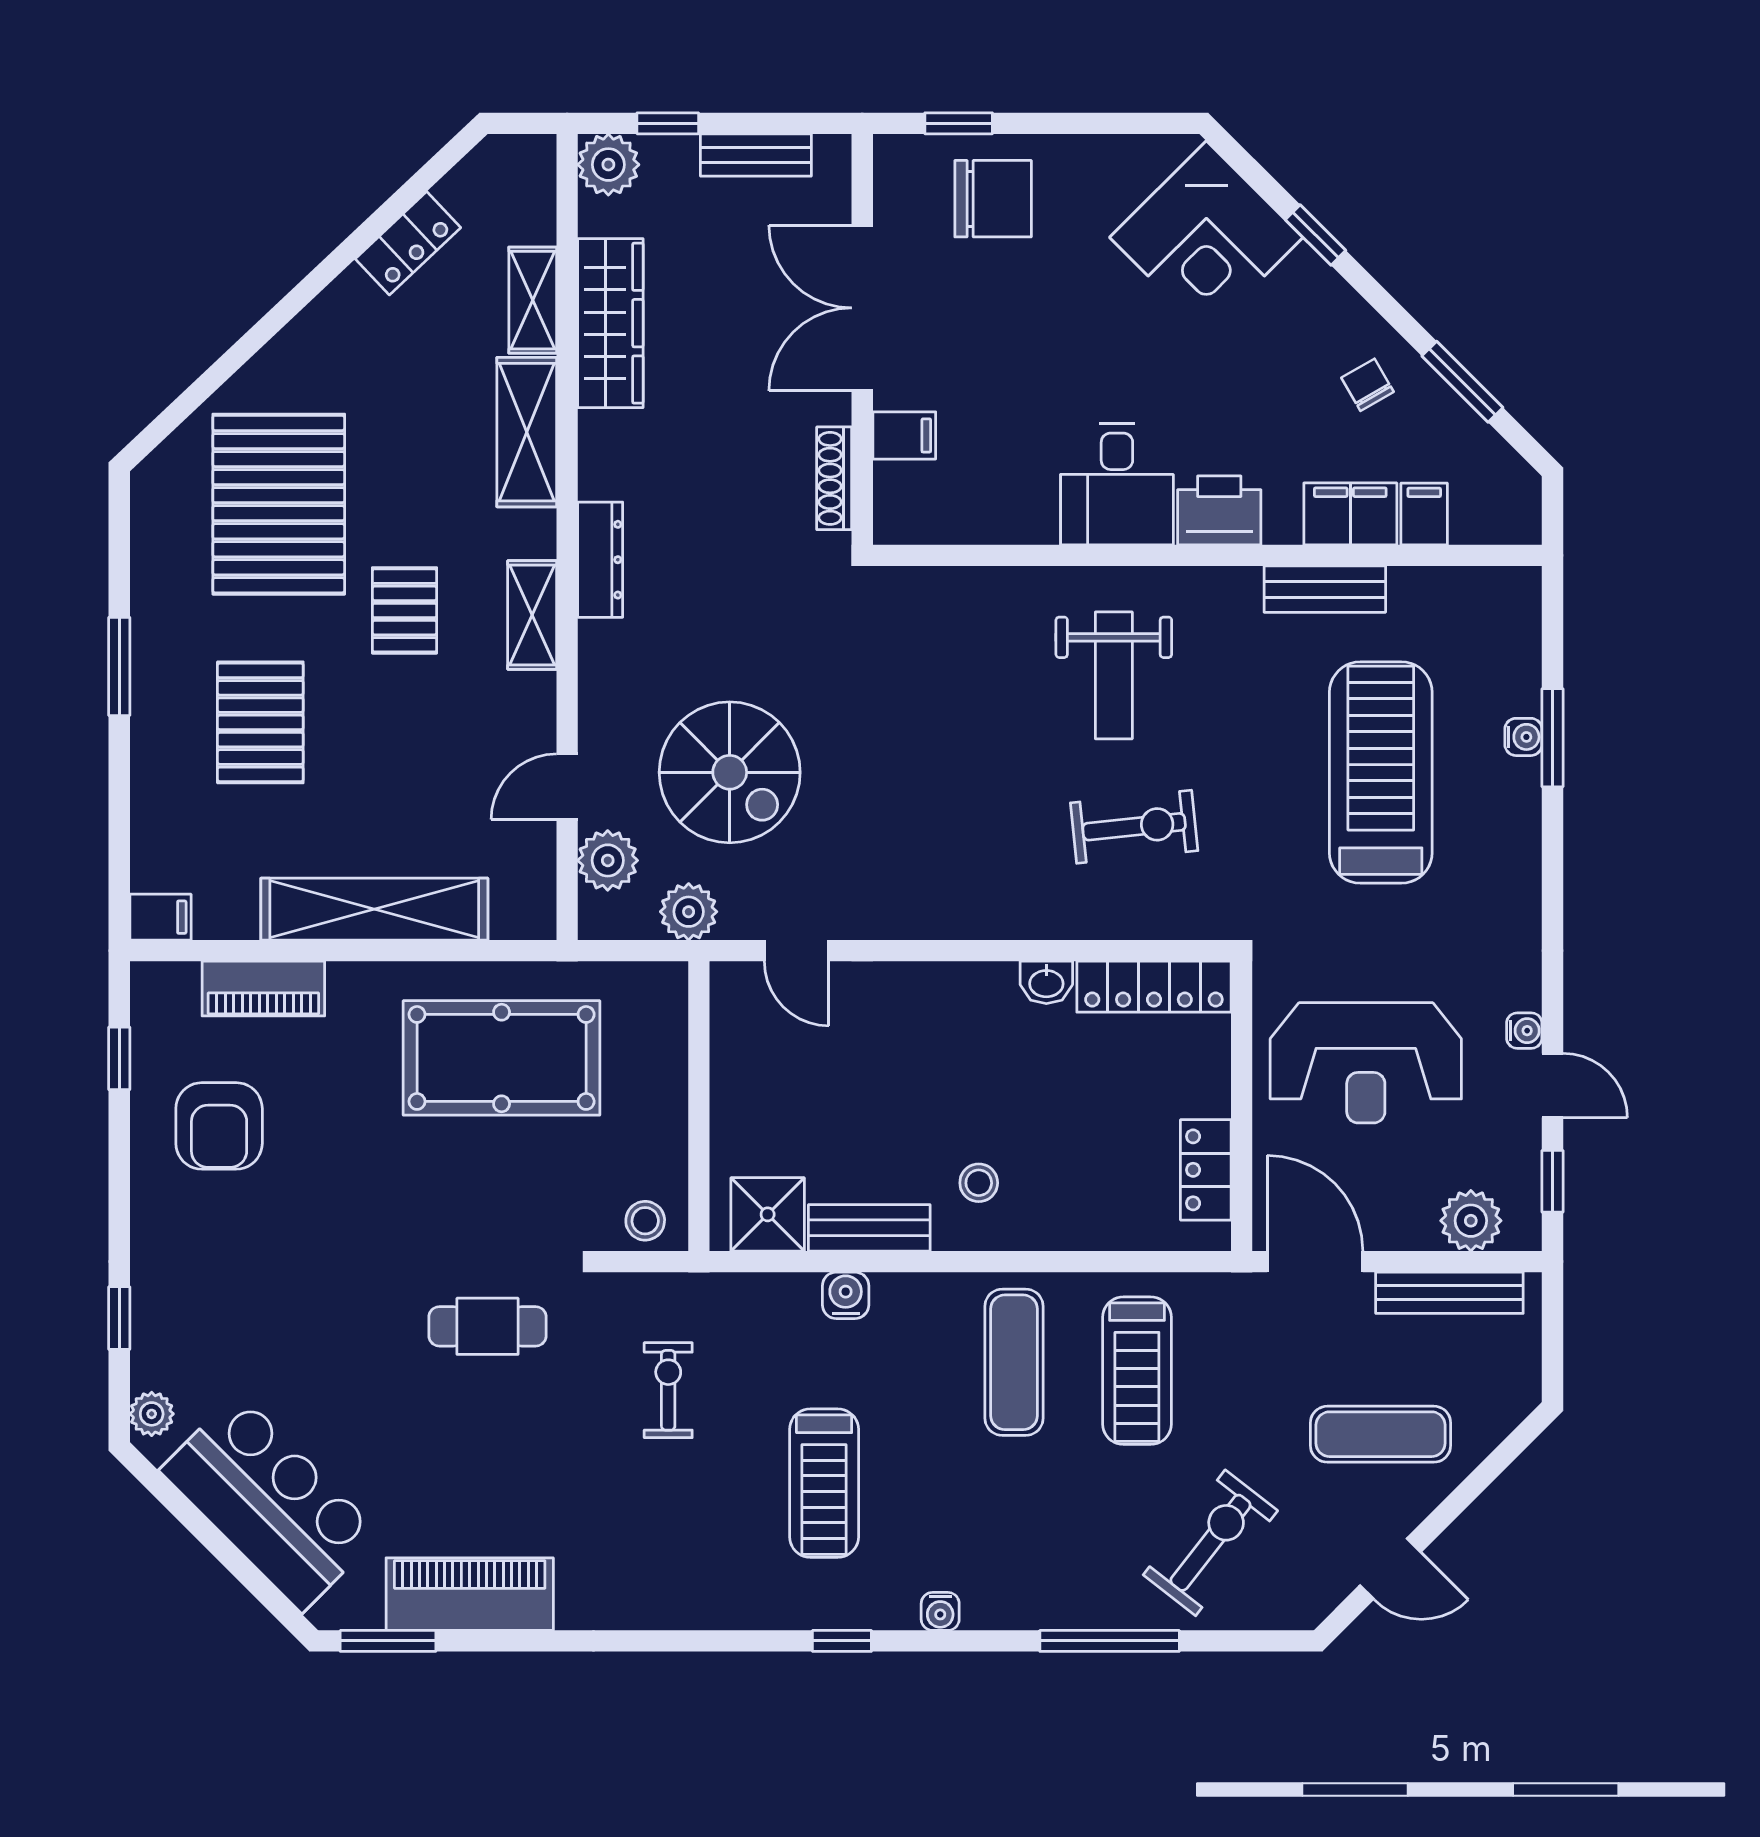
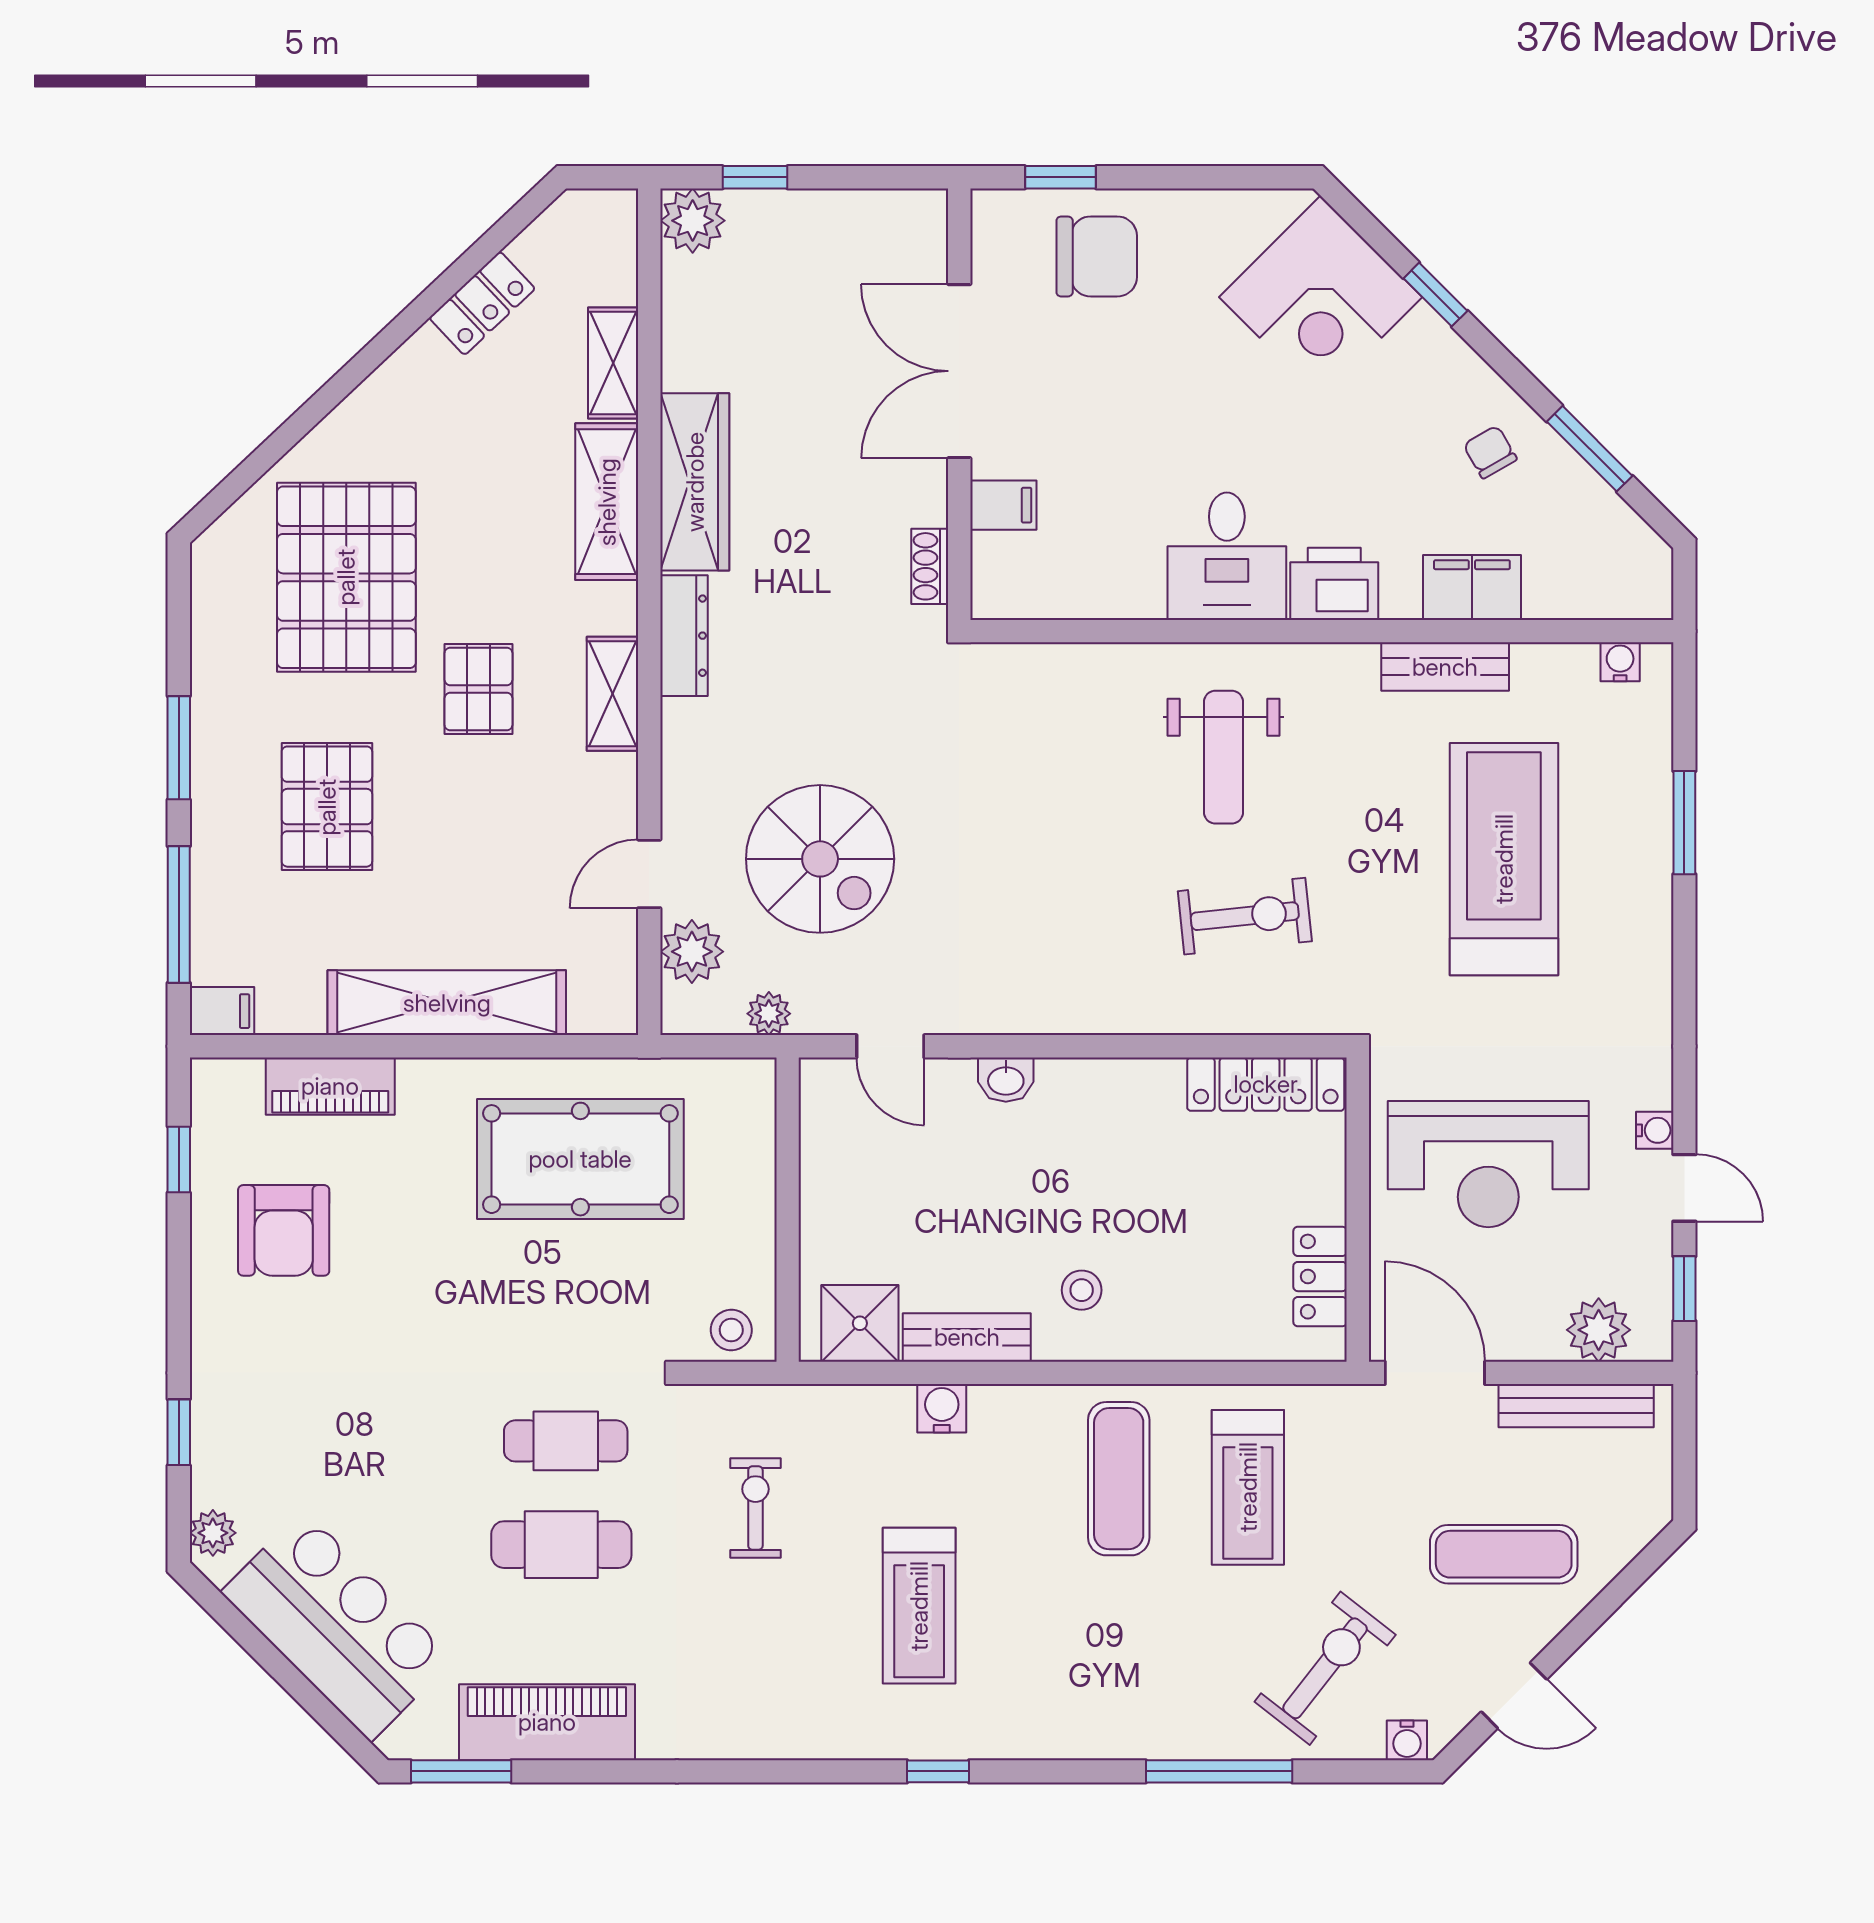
bench: (756, 155) -> (848, 211), removed
wardrobe: (610, 323) -> (695, 482), moved
shoe rack: (834, 478) -> (930, 566), width x0.70
filing cabinet: (1424, 514) -> (1550, 588), removed
water cooler: (1523, 737) -> (1620, 662), moved, turned -90
window: (119, 825) -> (179, 914), added
plant: (689, 912) -> (769, 1014), width x0.73, depth x0.73
washbasin: (1046, 982) -> (1006, 1080), moved
cafe table: (483, 1425) -> (561, 1545), added
water cooler: (940, 1611) -> (1407, 1740), moved

